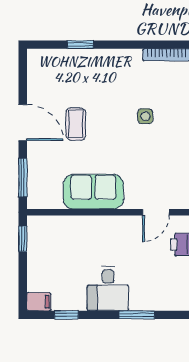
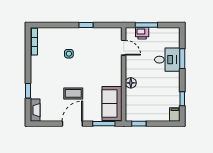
fireplace: (46, 57) -> (35, 110), added
sofa: (93, 192) -> (112, 103), moved
floor lamp: (94, 225) -> (131, 83), added
desk: (108, 289) -> (167, 60), moved

